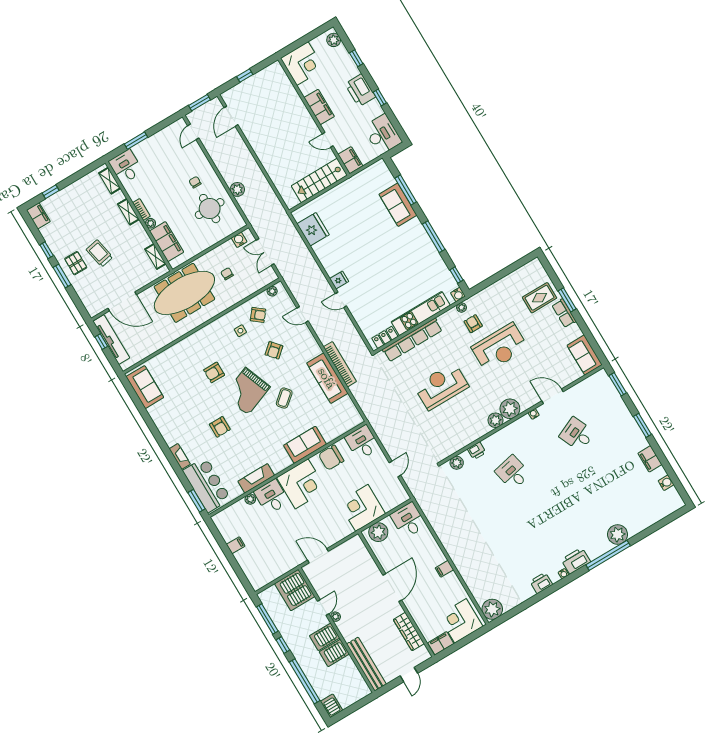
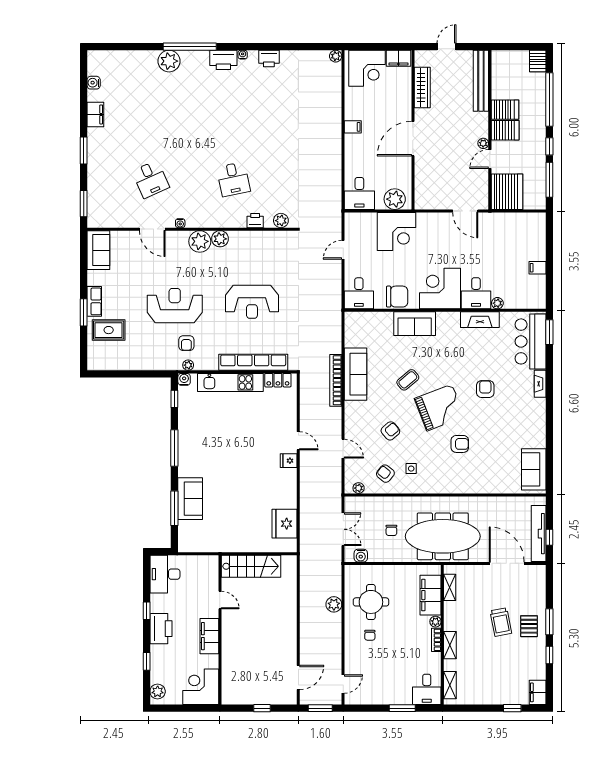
filing cabinet: (350, 160) -> (210, 568), removed
plant: (492, 609) -> (336, 56), width x0.53, depth x0.53

